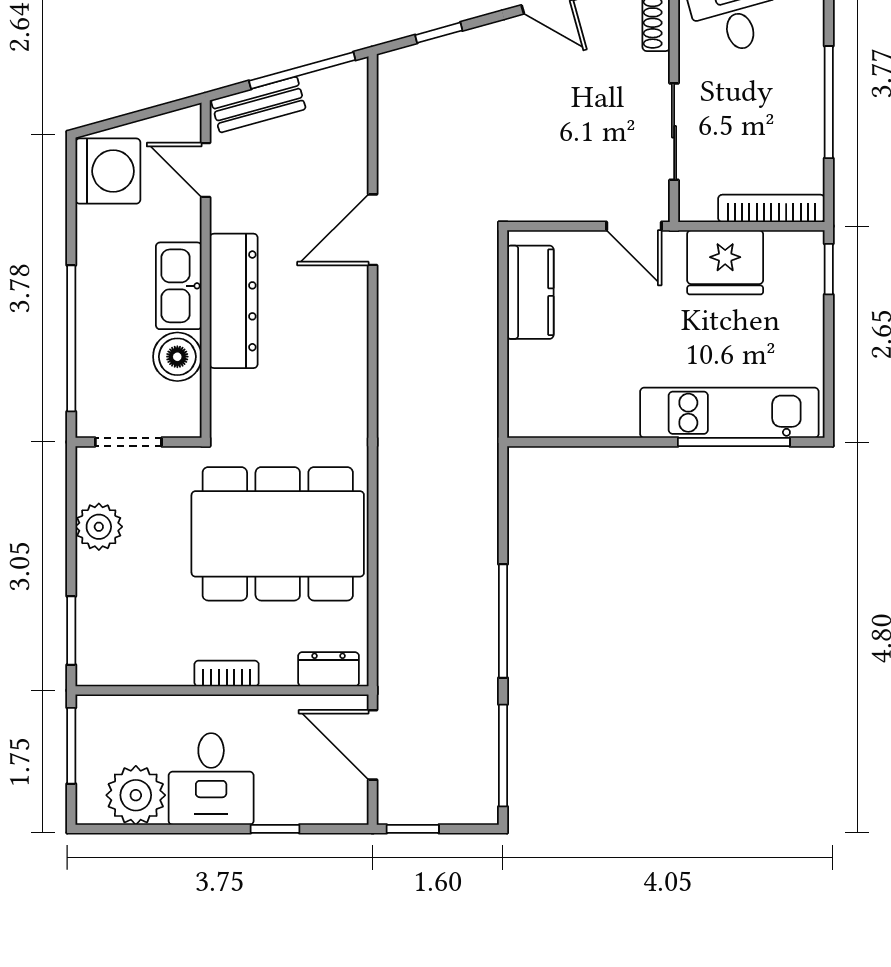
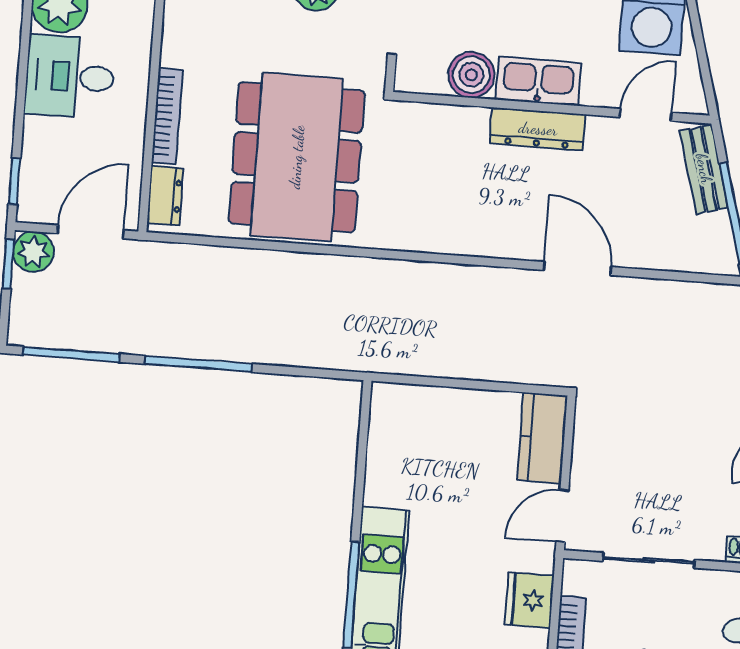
fridge: (725, 262) -> (529, 600), width x0.73, depth x0.75
kitchen counter: (530, 292) -> (542, 438), moved, turned 90
dresser: (234, 301) -> (538, 129), width x0.73, depth x0.80
bookcase: (227, 673) -> (167, 116), width x1.56
plant: (398, 803) -> (33, 252), added
window: (275, 829) -> (14, 181), moved

